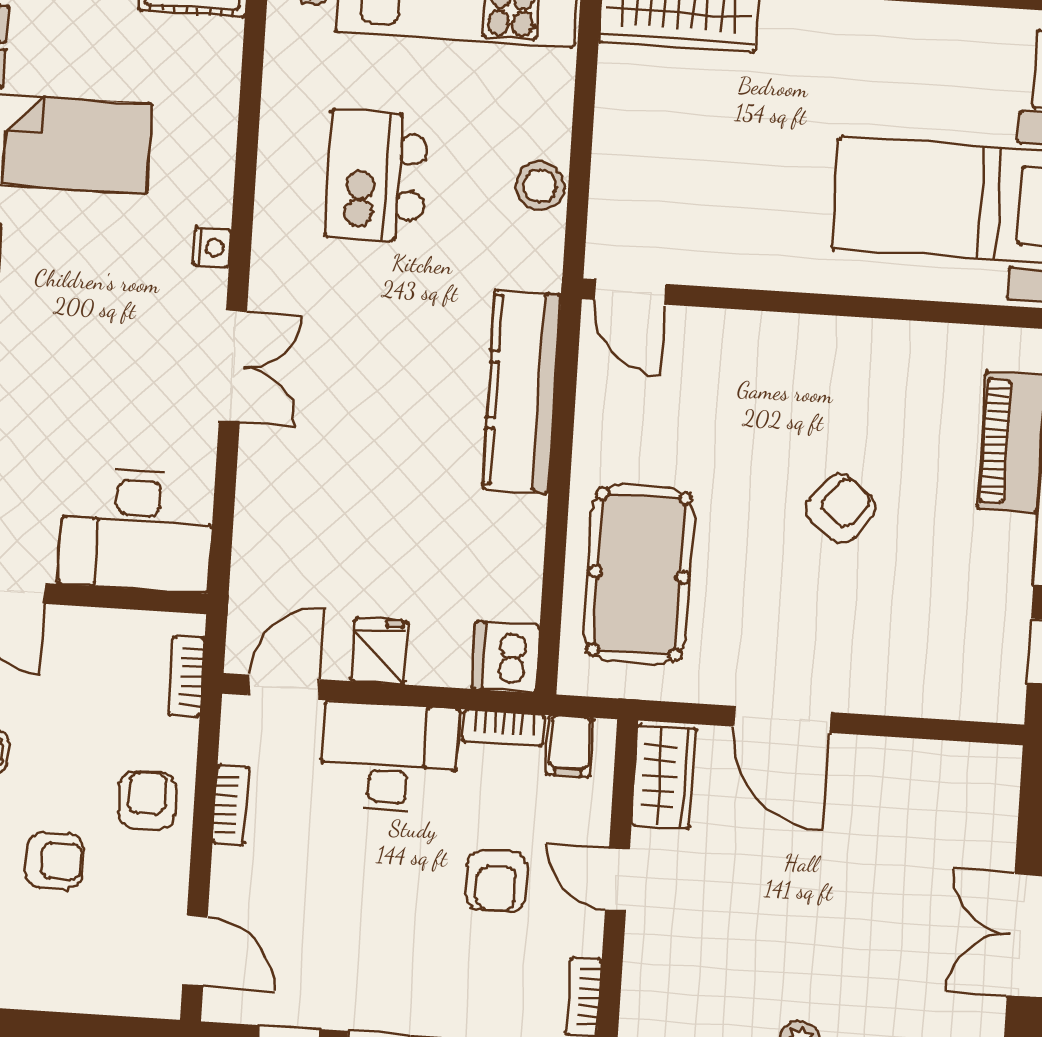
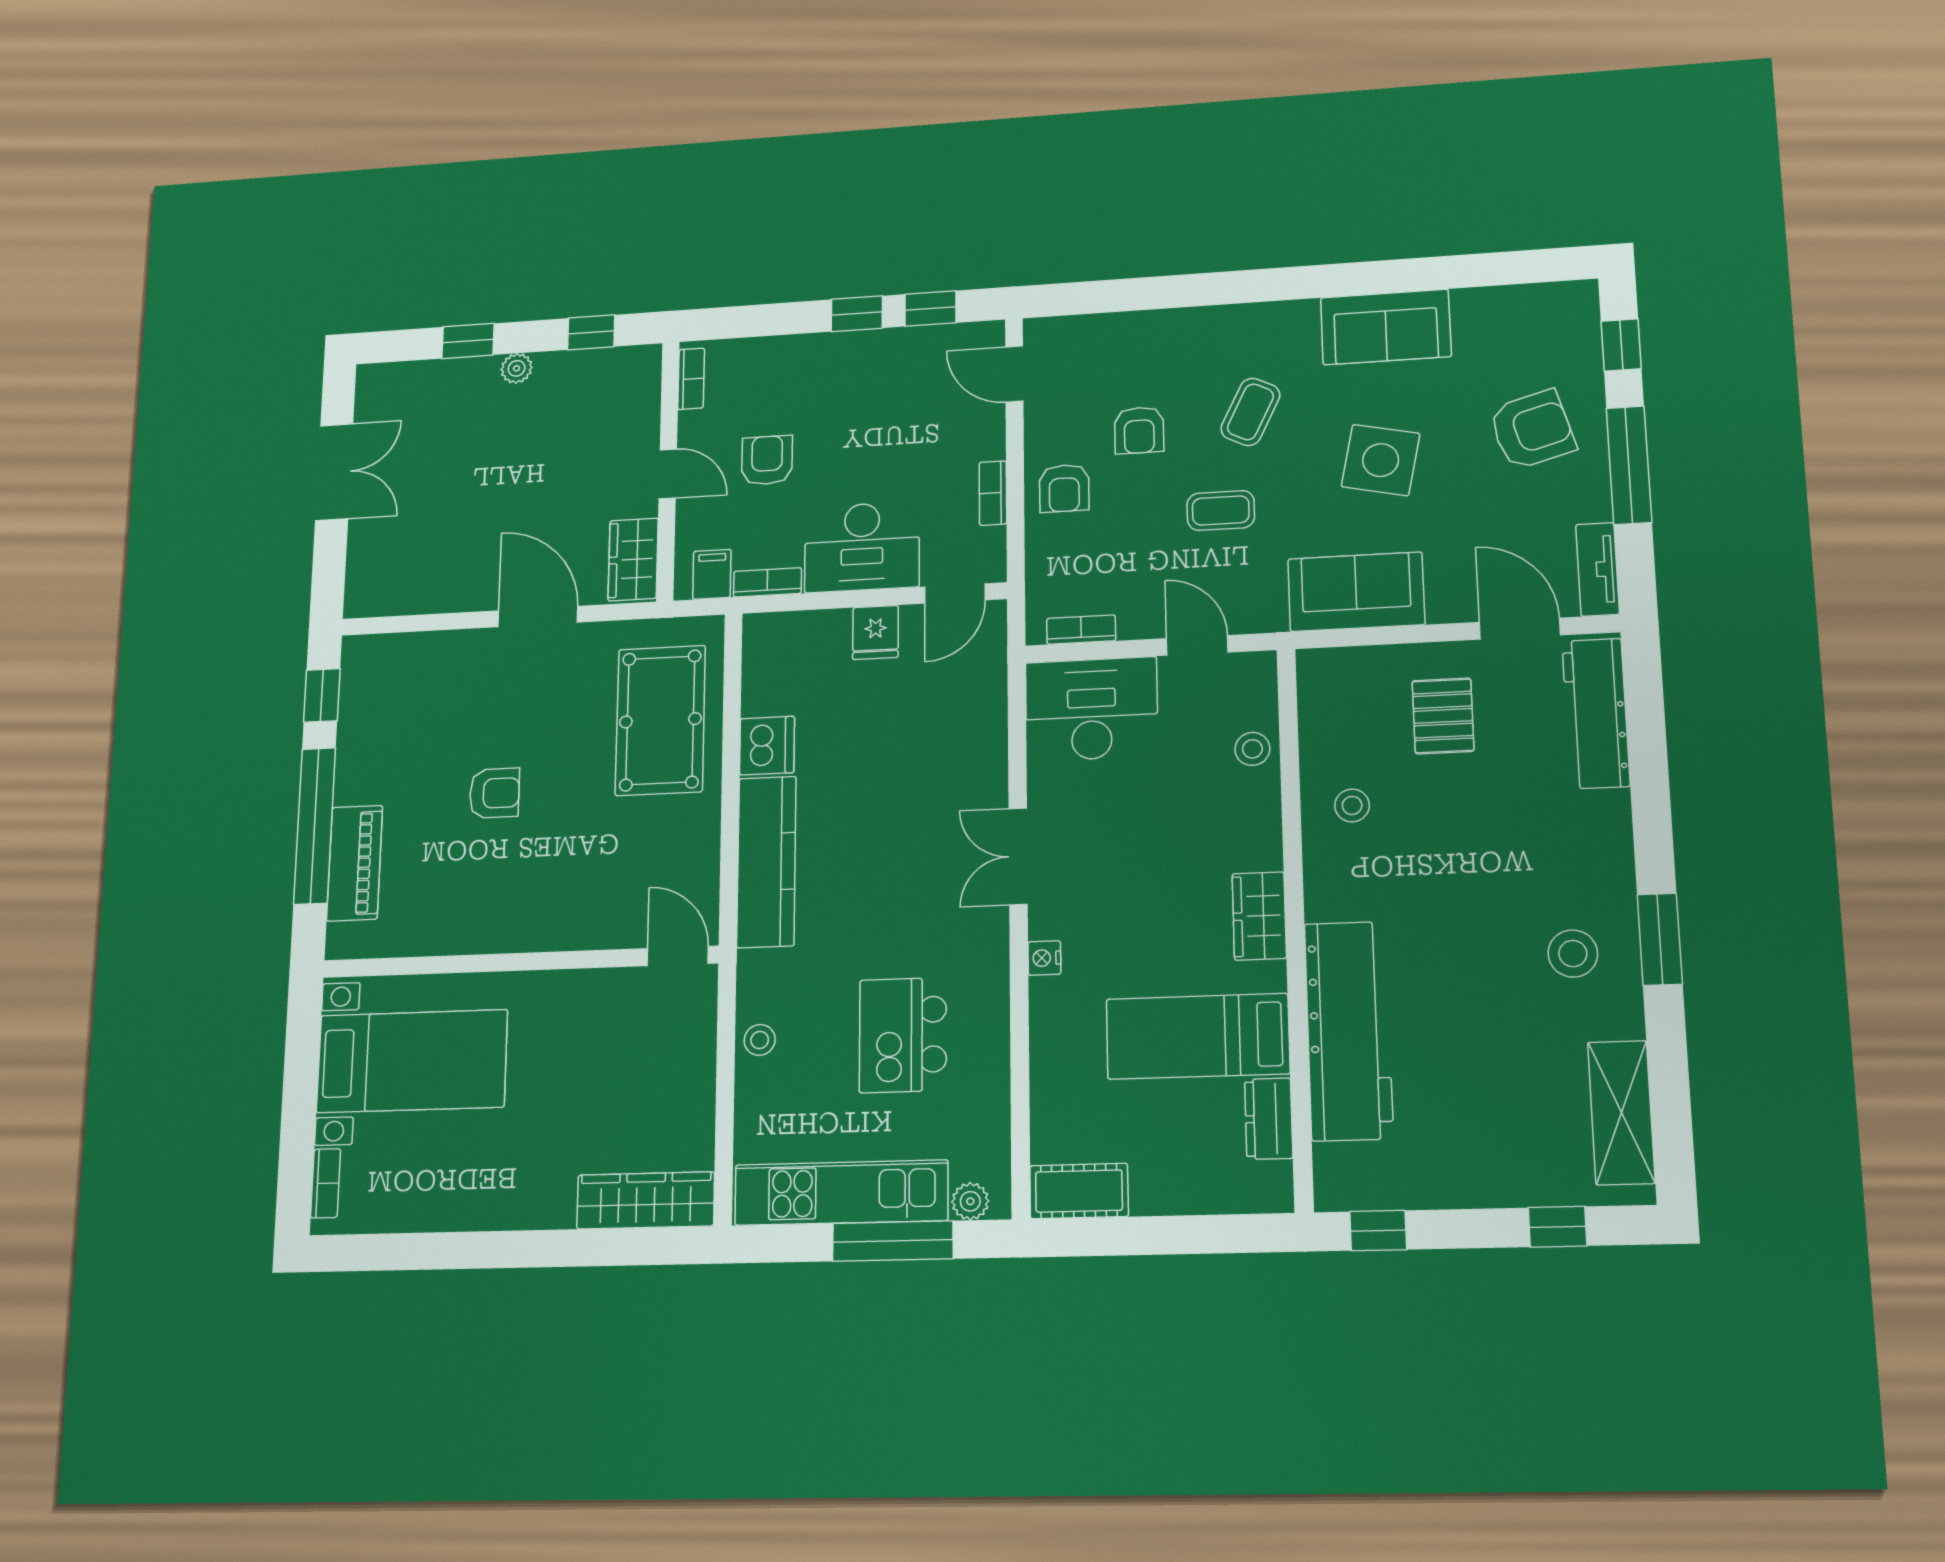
kitchen island: (377, 176) -> (903, 1035), turned 180
stool: (540, 186) -> (760, 1040), width x0.73, depth x0.73
armchair: (841, 508) -> (494, 793), turned -128
dishwasher: (506, 657) -> (767, 746), moved
bookcase: (187, 676) -> (1081, 630), moved, turned -90
armchair: (55, 861) -> (1139, 430), turned -90

